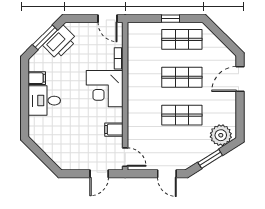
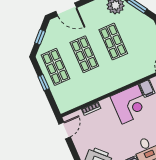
window: (222, 37) -> (40, 37), added
corner desk: (105, 89) -> (130, 104), moved

